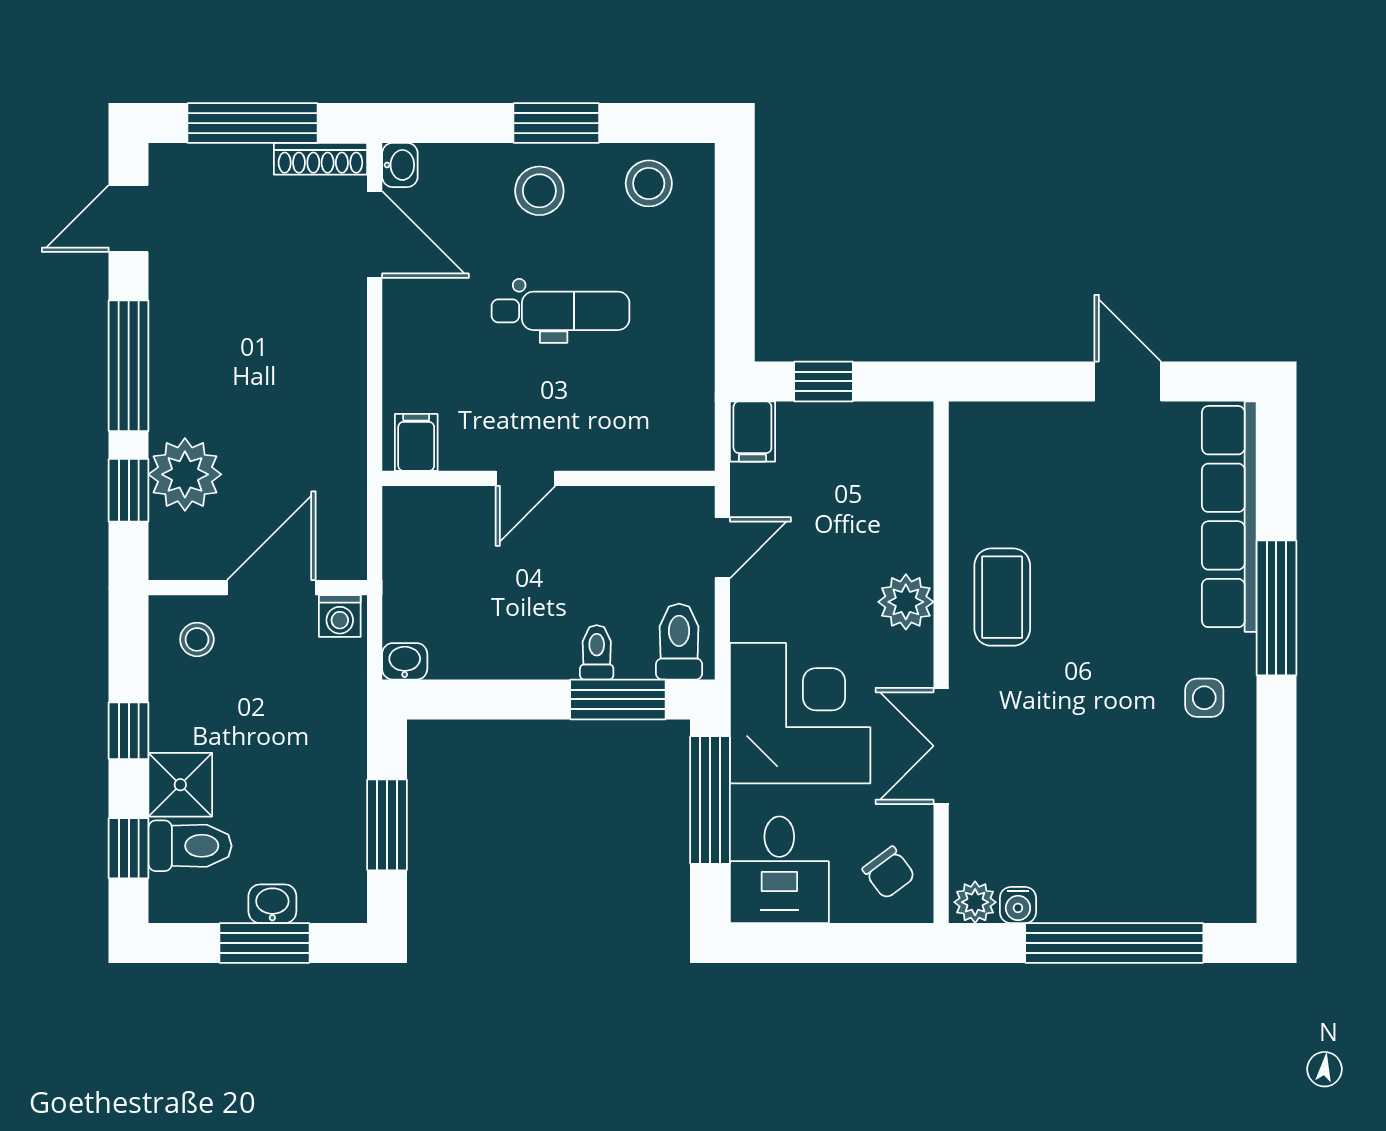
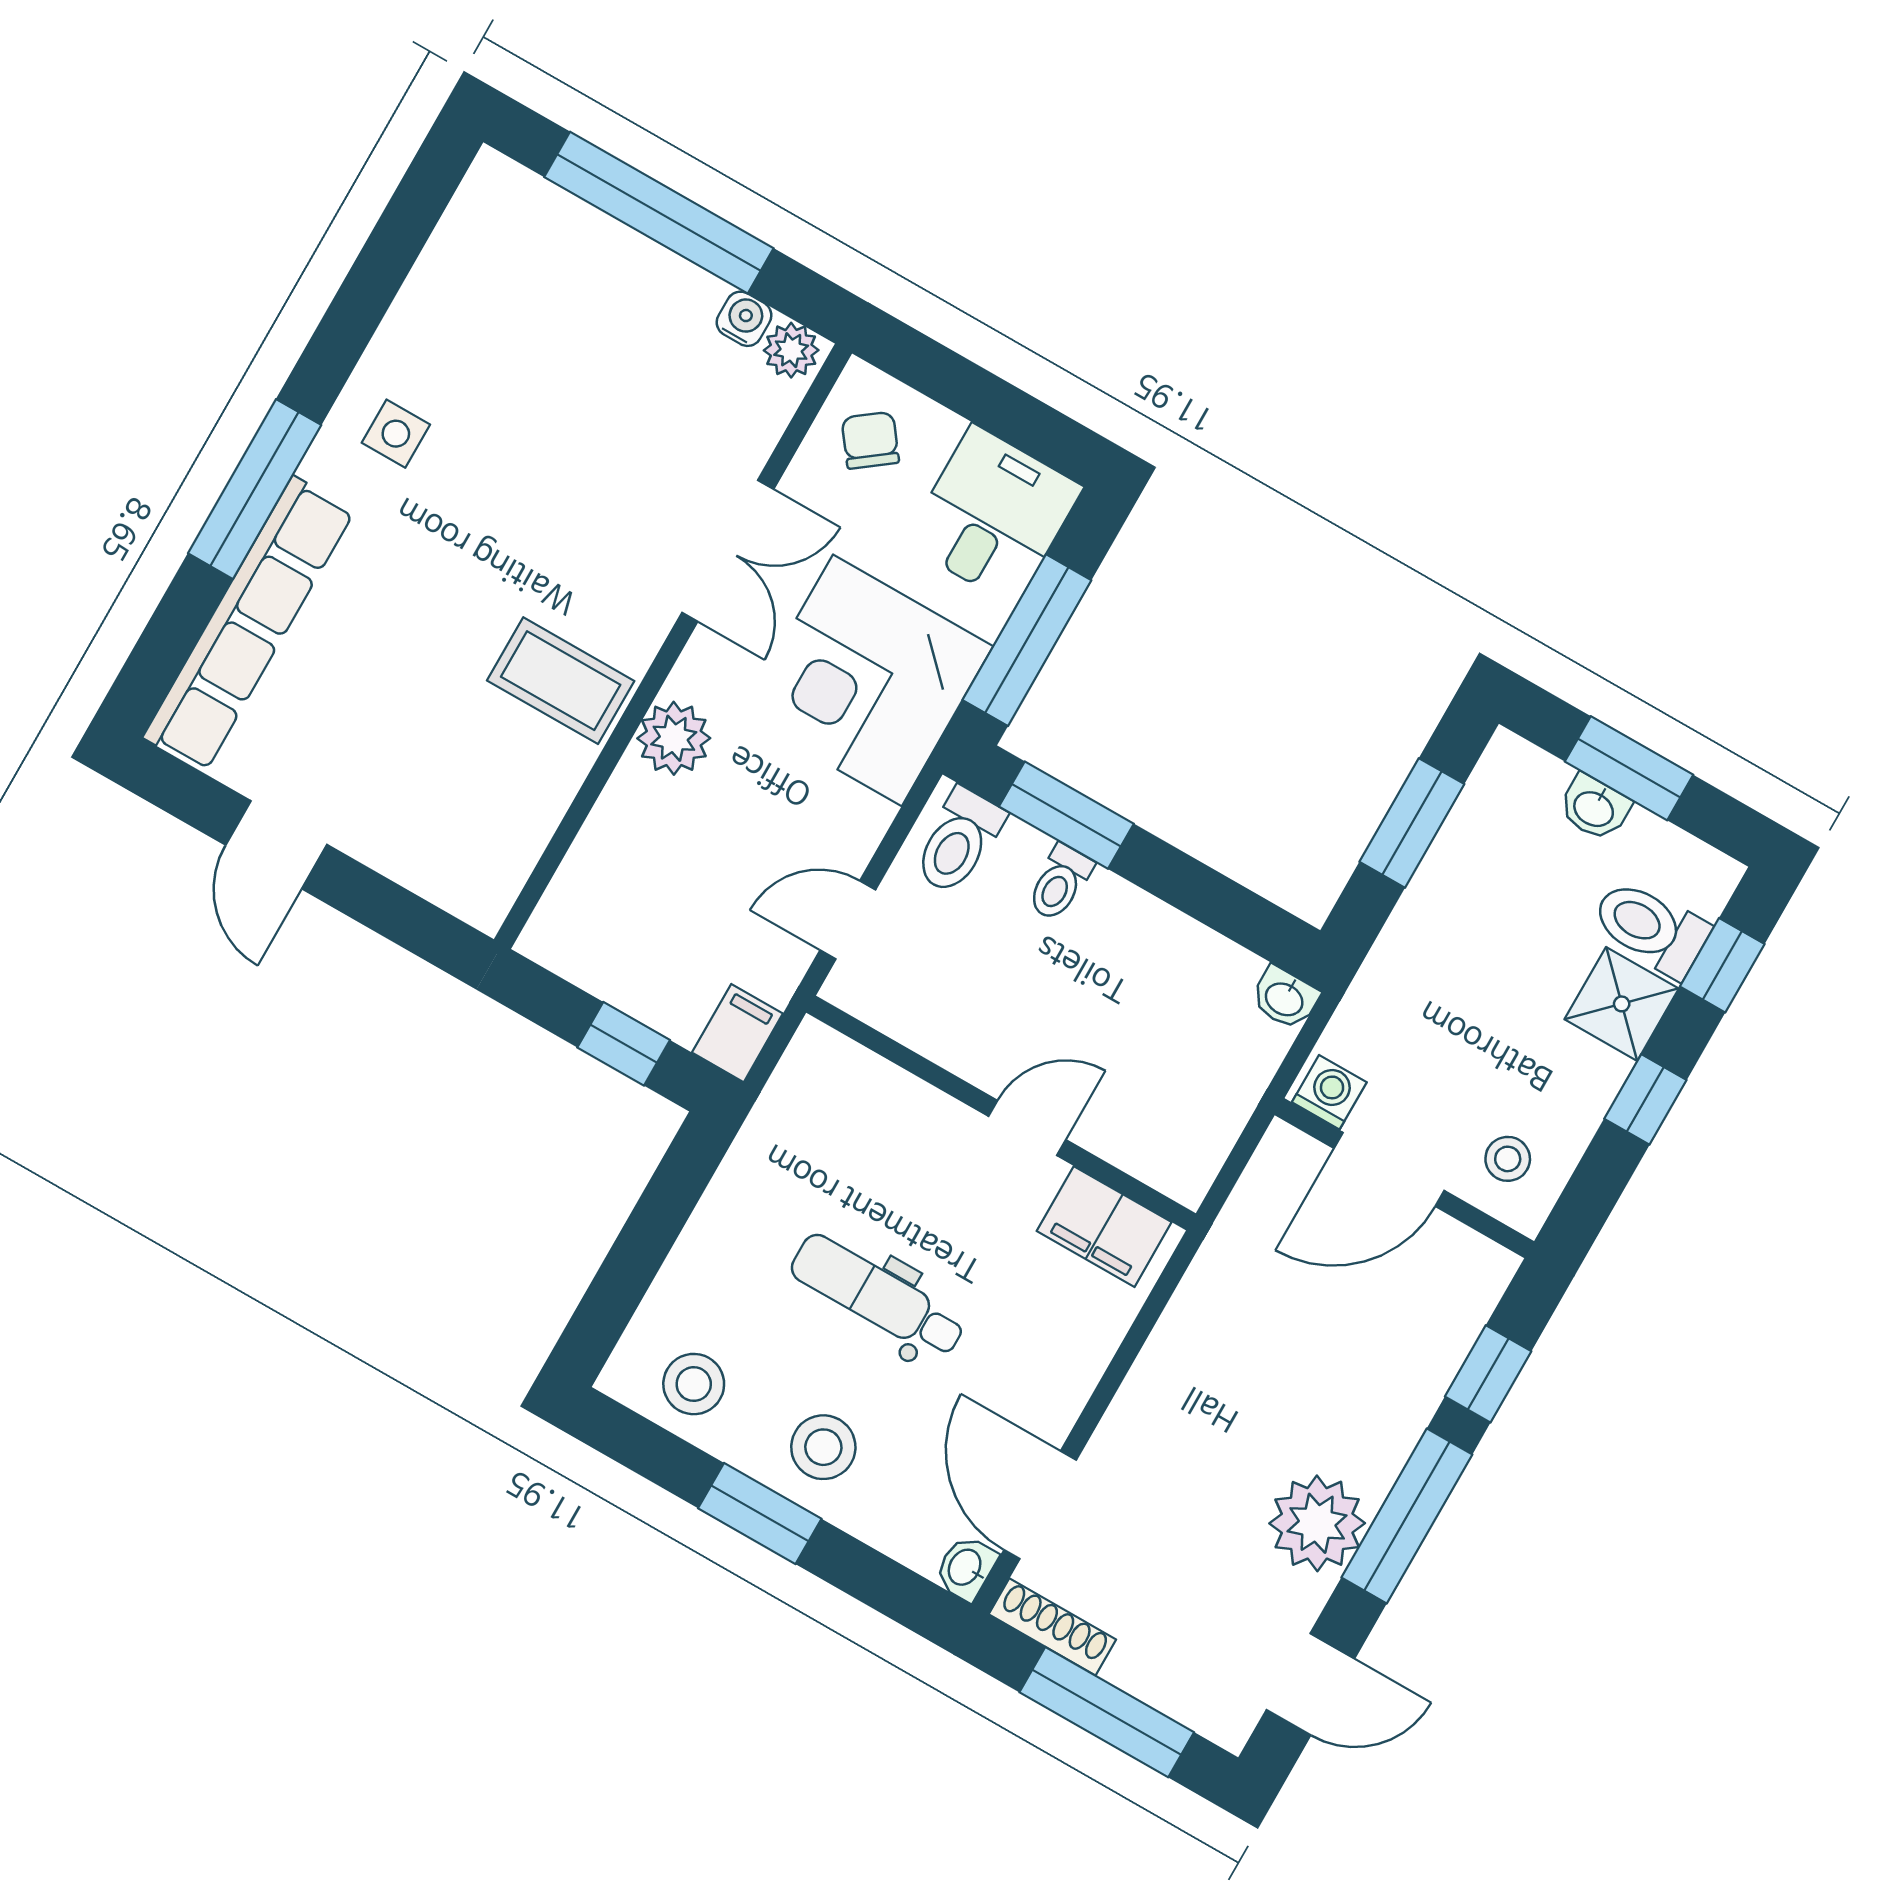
filing cabinet: (416, 442) -> (1104, 1227), width x2.00
plant: (185, 474) -> (1317, 1523), moved
coffee table: (1002, 597) -> (561, 681), turned 90

